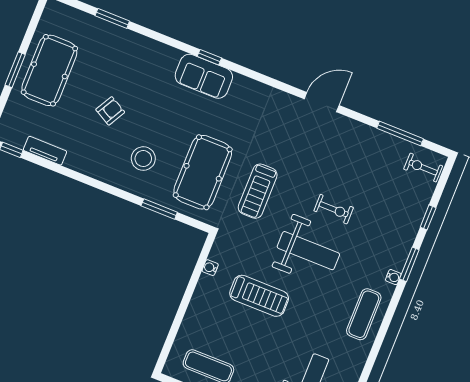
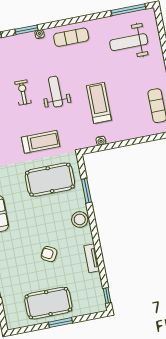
tv unit: (45, 151) -> (92, 258), moved
stool: (143, 159) -> (80, 219), moved
weight bench: (308, 251) -> (56, 92), width x0.73, depth x0.75

